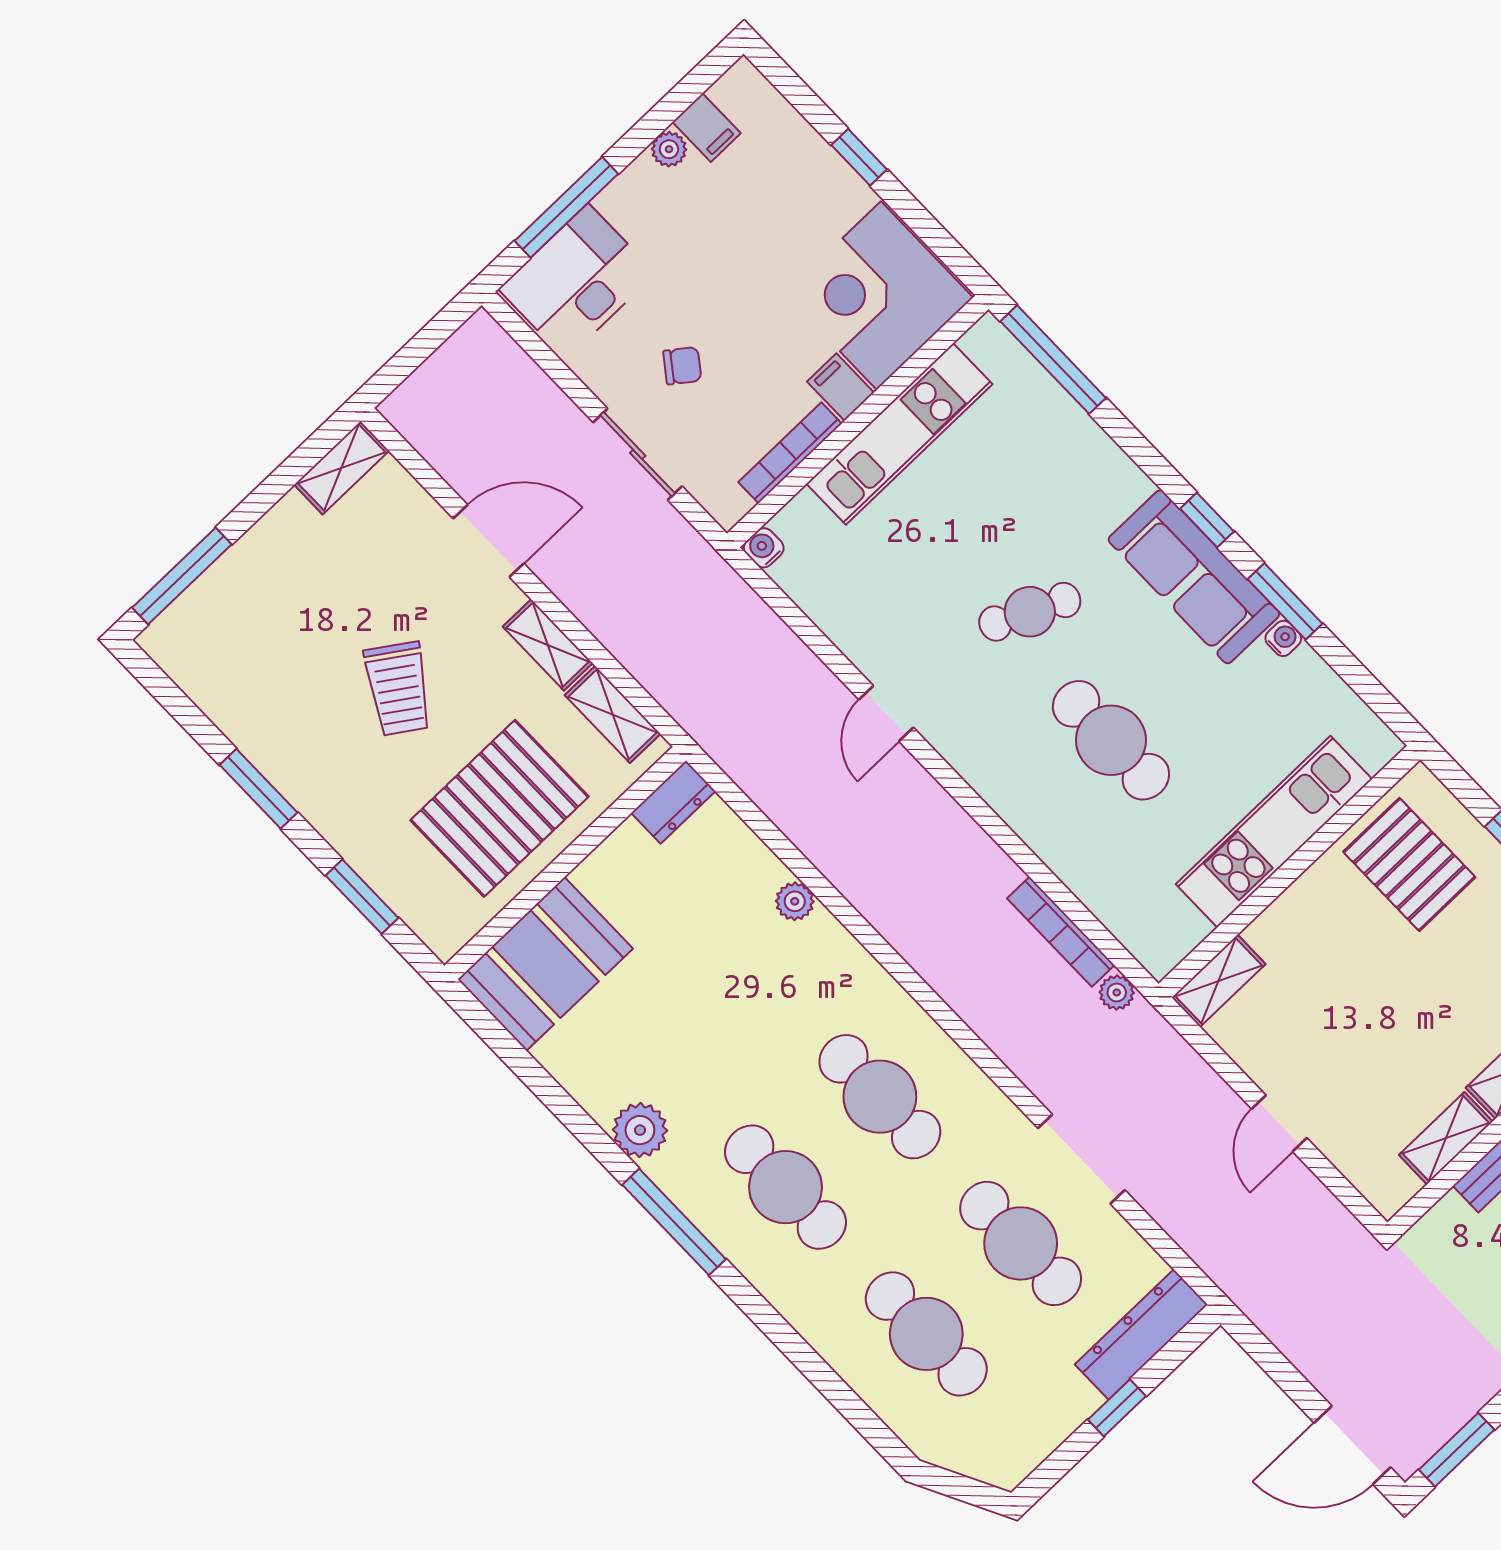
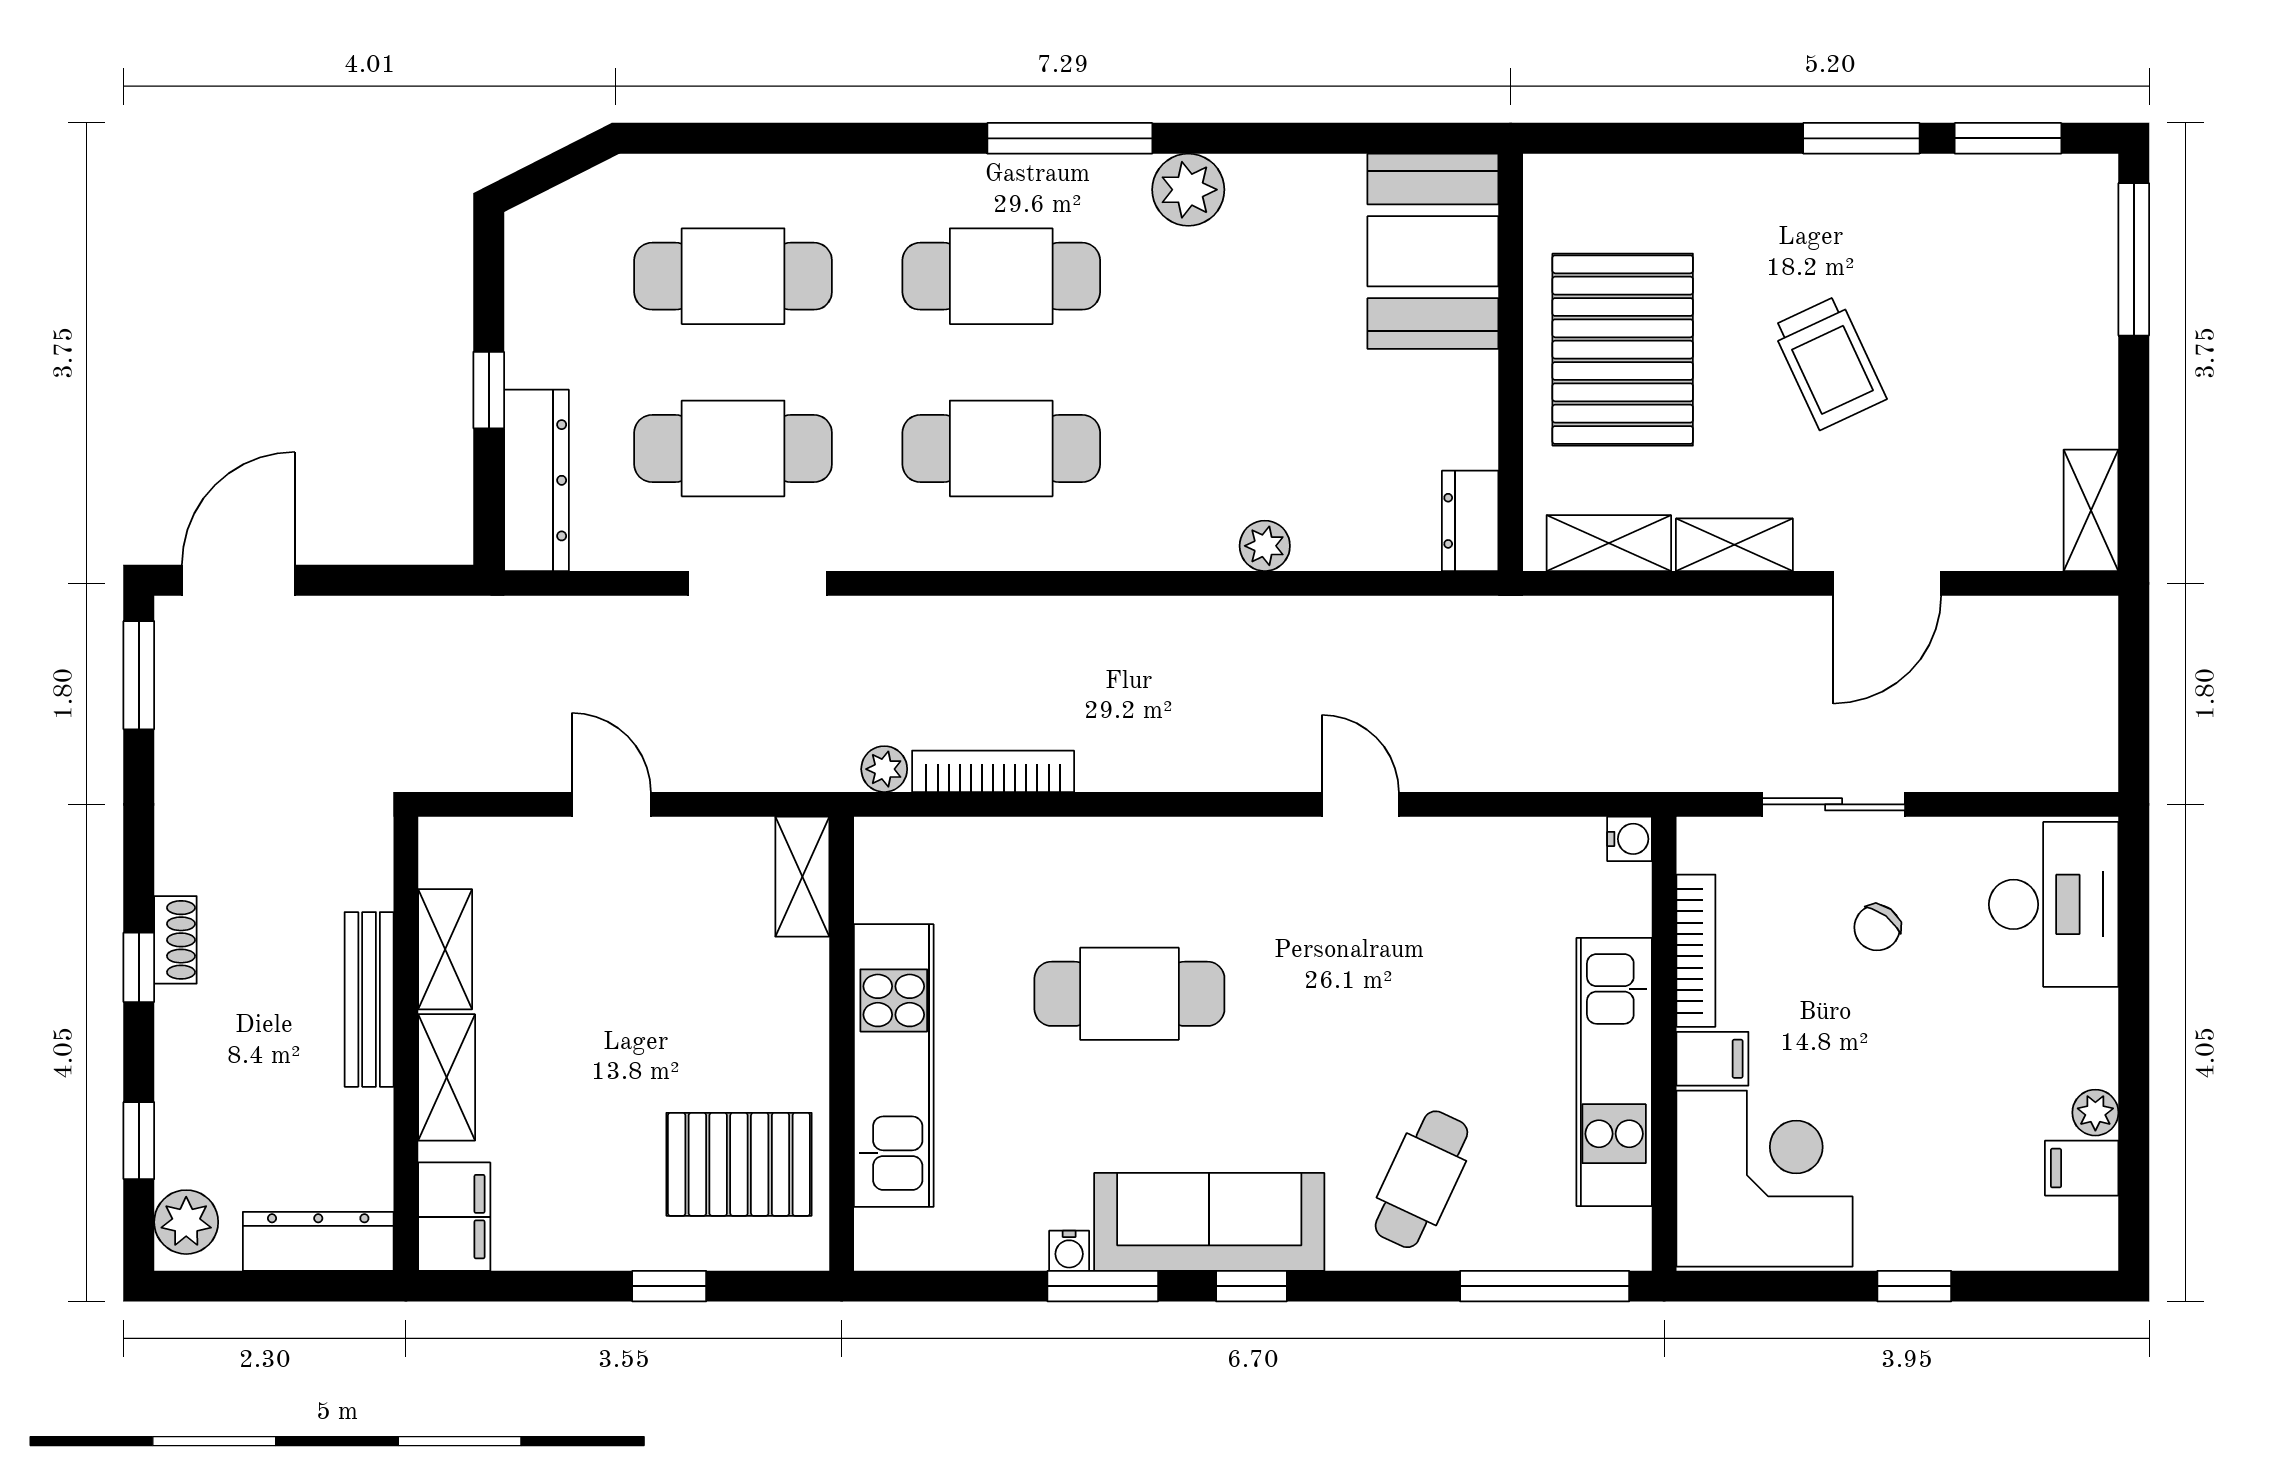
window: (566, 207) -> (2134, 962), removed
cafe table: (1030, 612) -> (1421, 1179), moved
trolley: (398, 689) -> (1829, 363), turned -149
window: (362, 897) -> (2008, 138), moved

